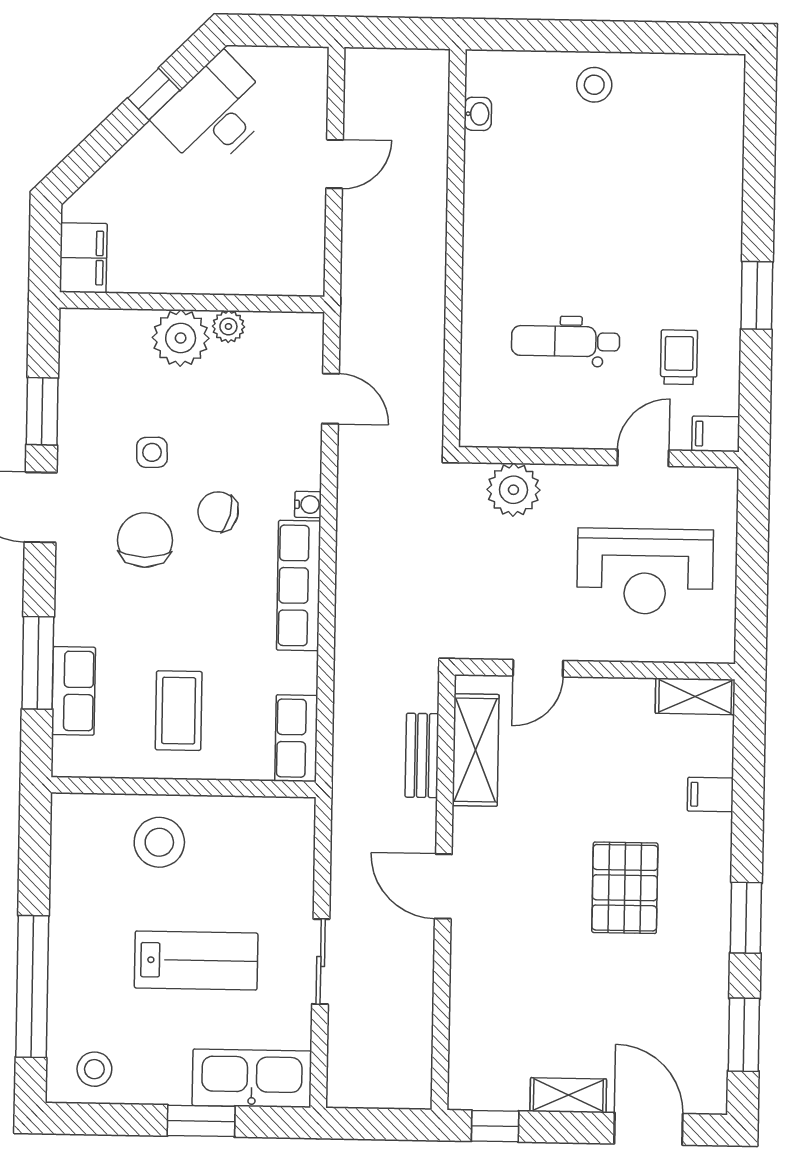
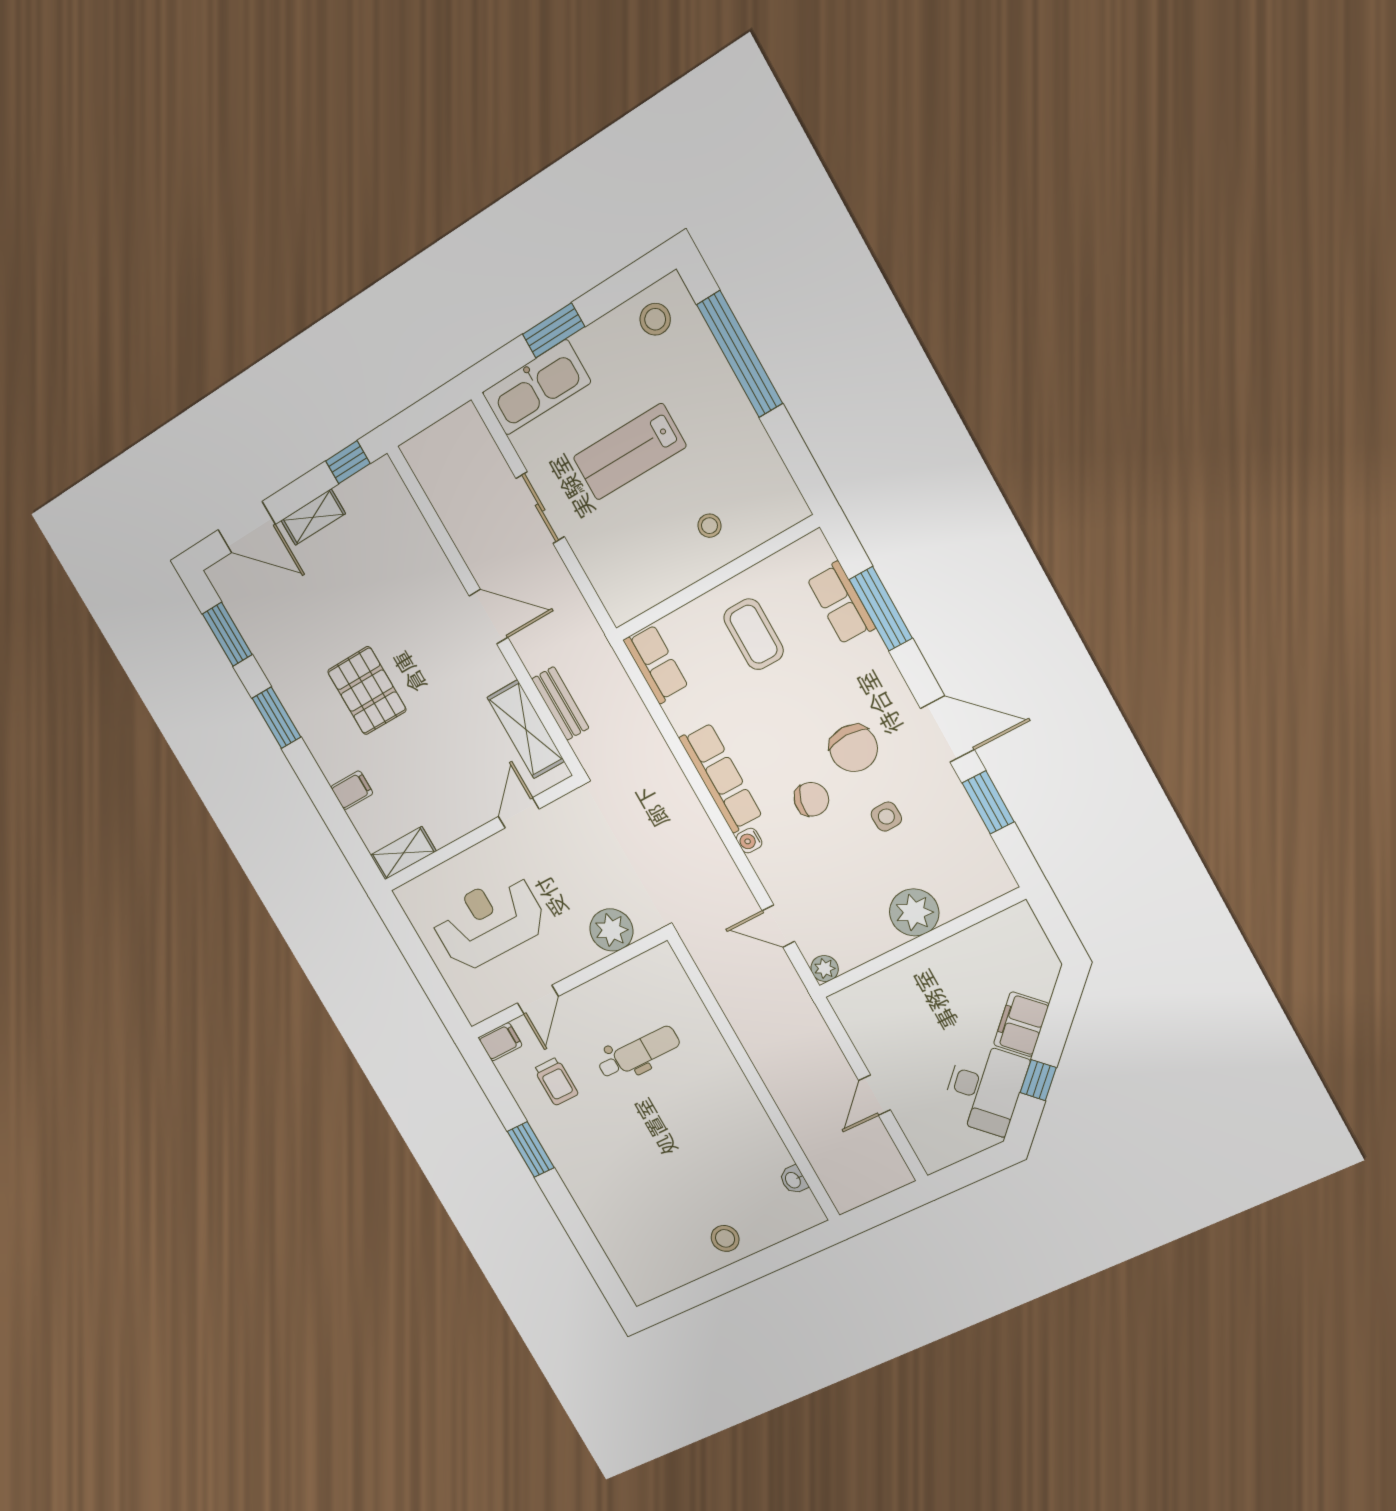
filing cabinet: (83, 258) -> (1021, 1024), moved, turned 45
plant: (228, 326) -> (825, 969), moved
stool: (159, 842) -> (709, 526), width x0.53, depth x0.53

